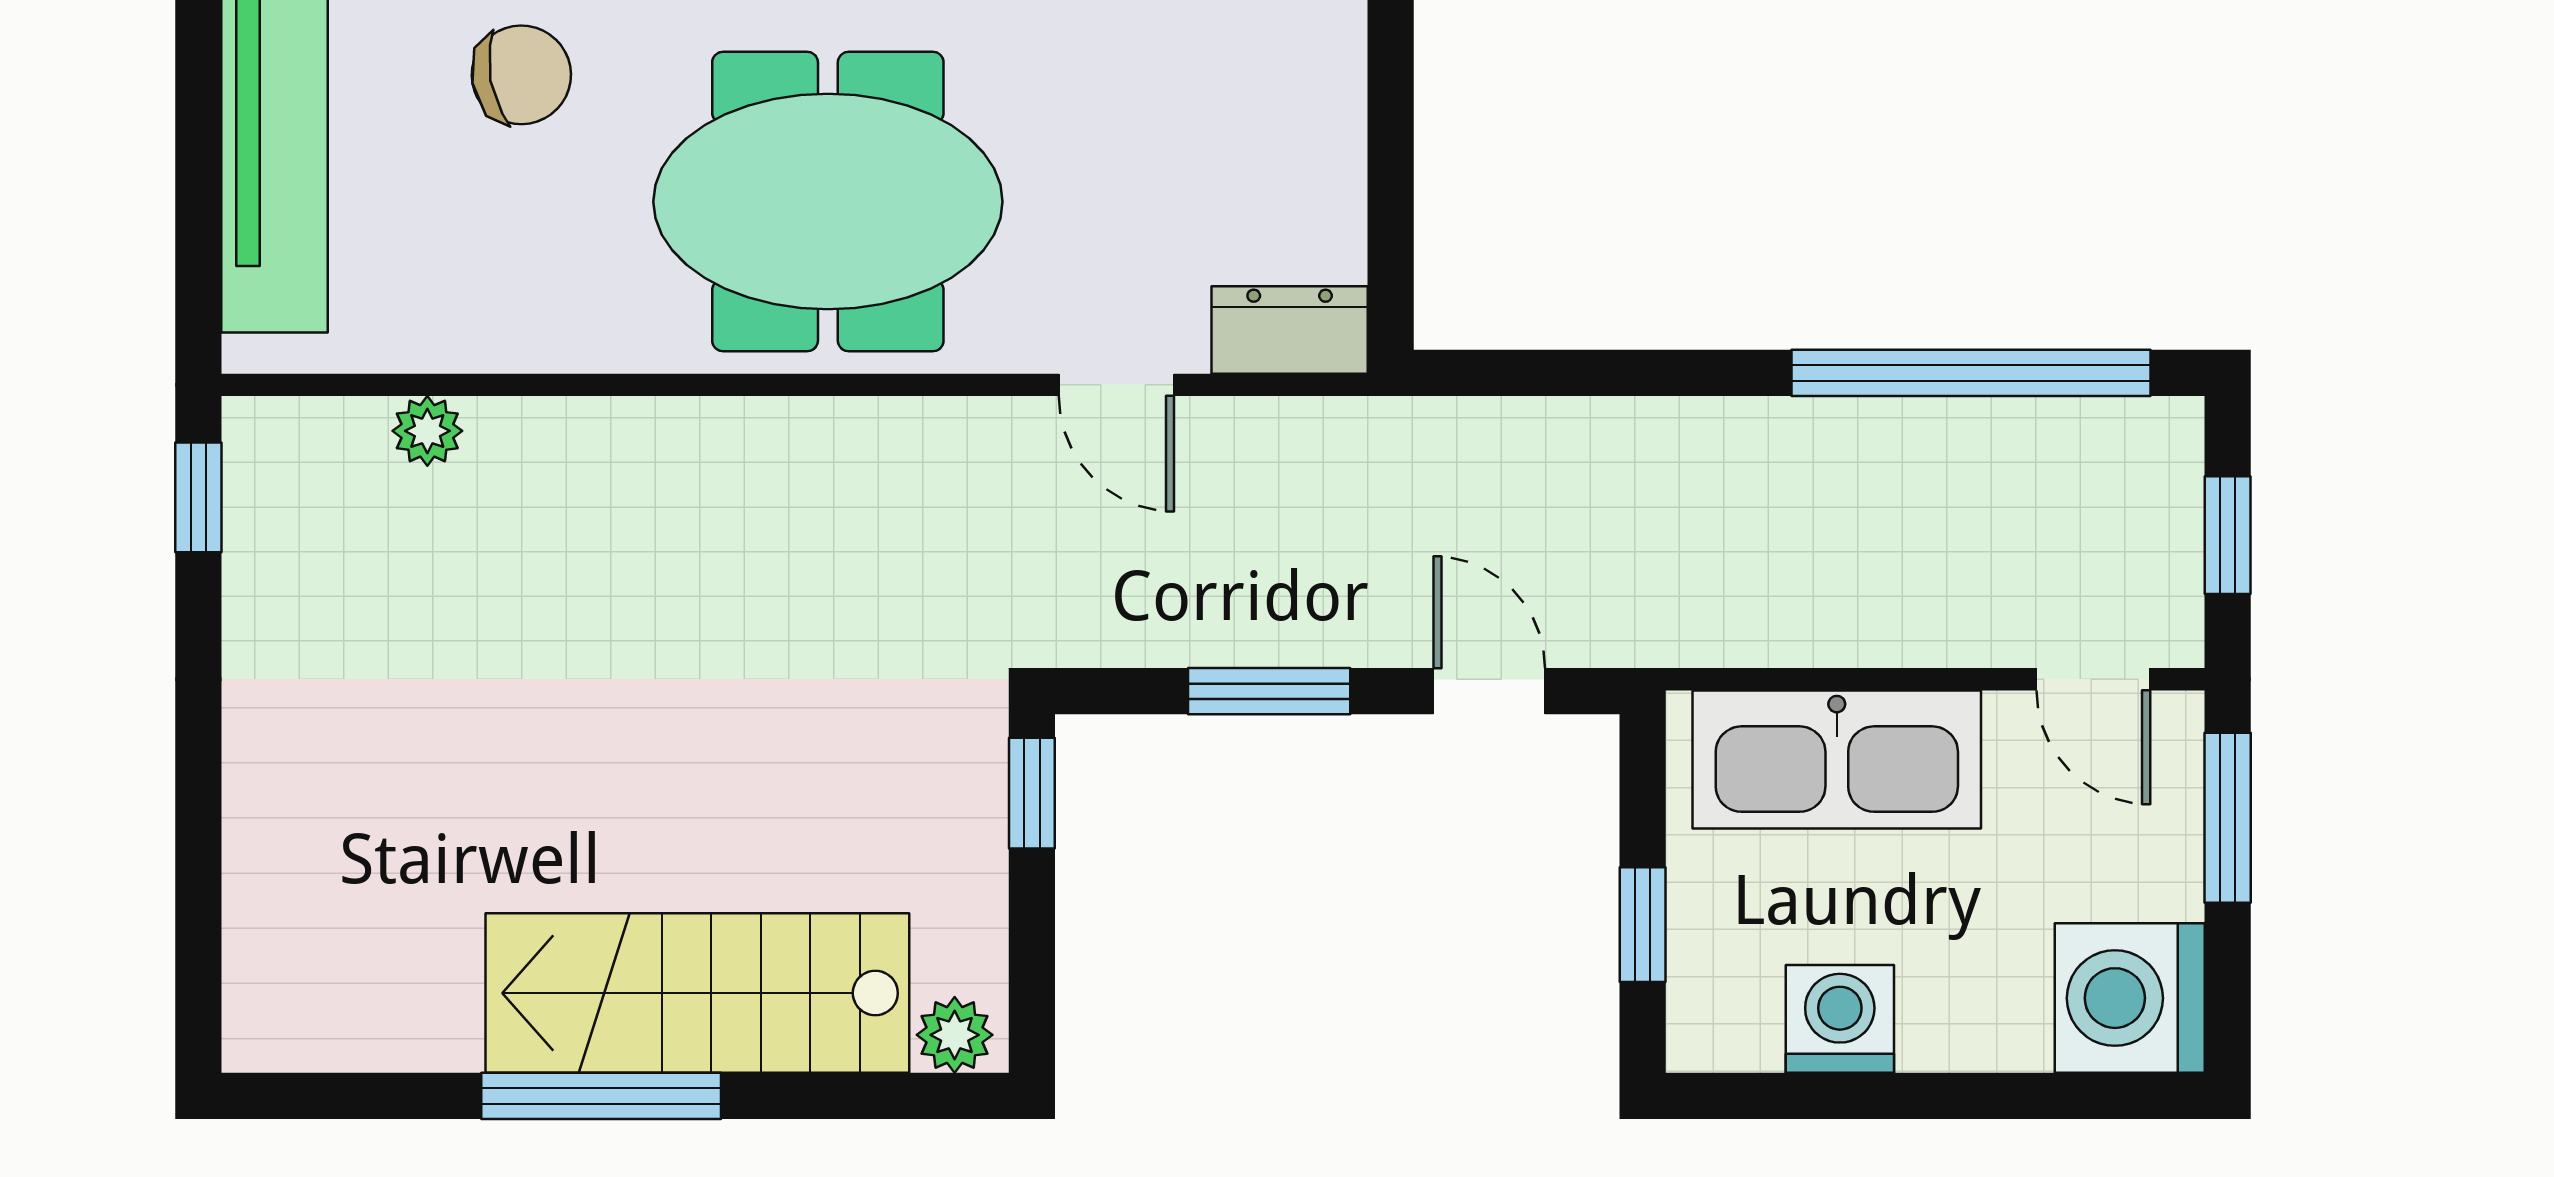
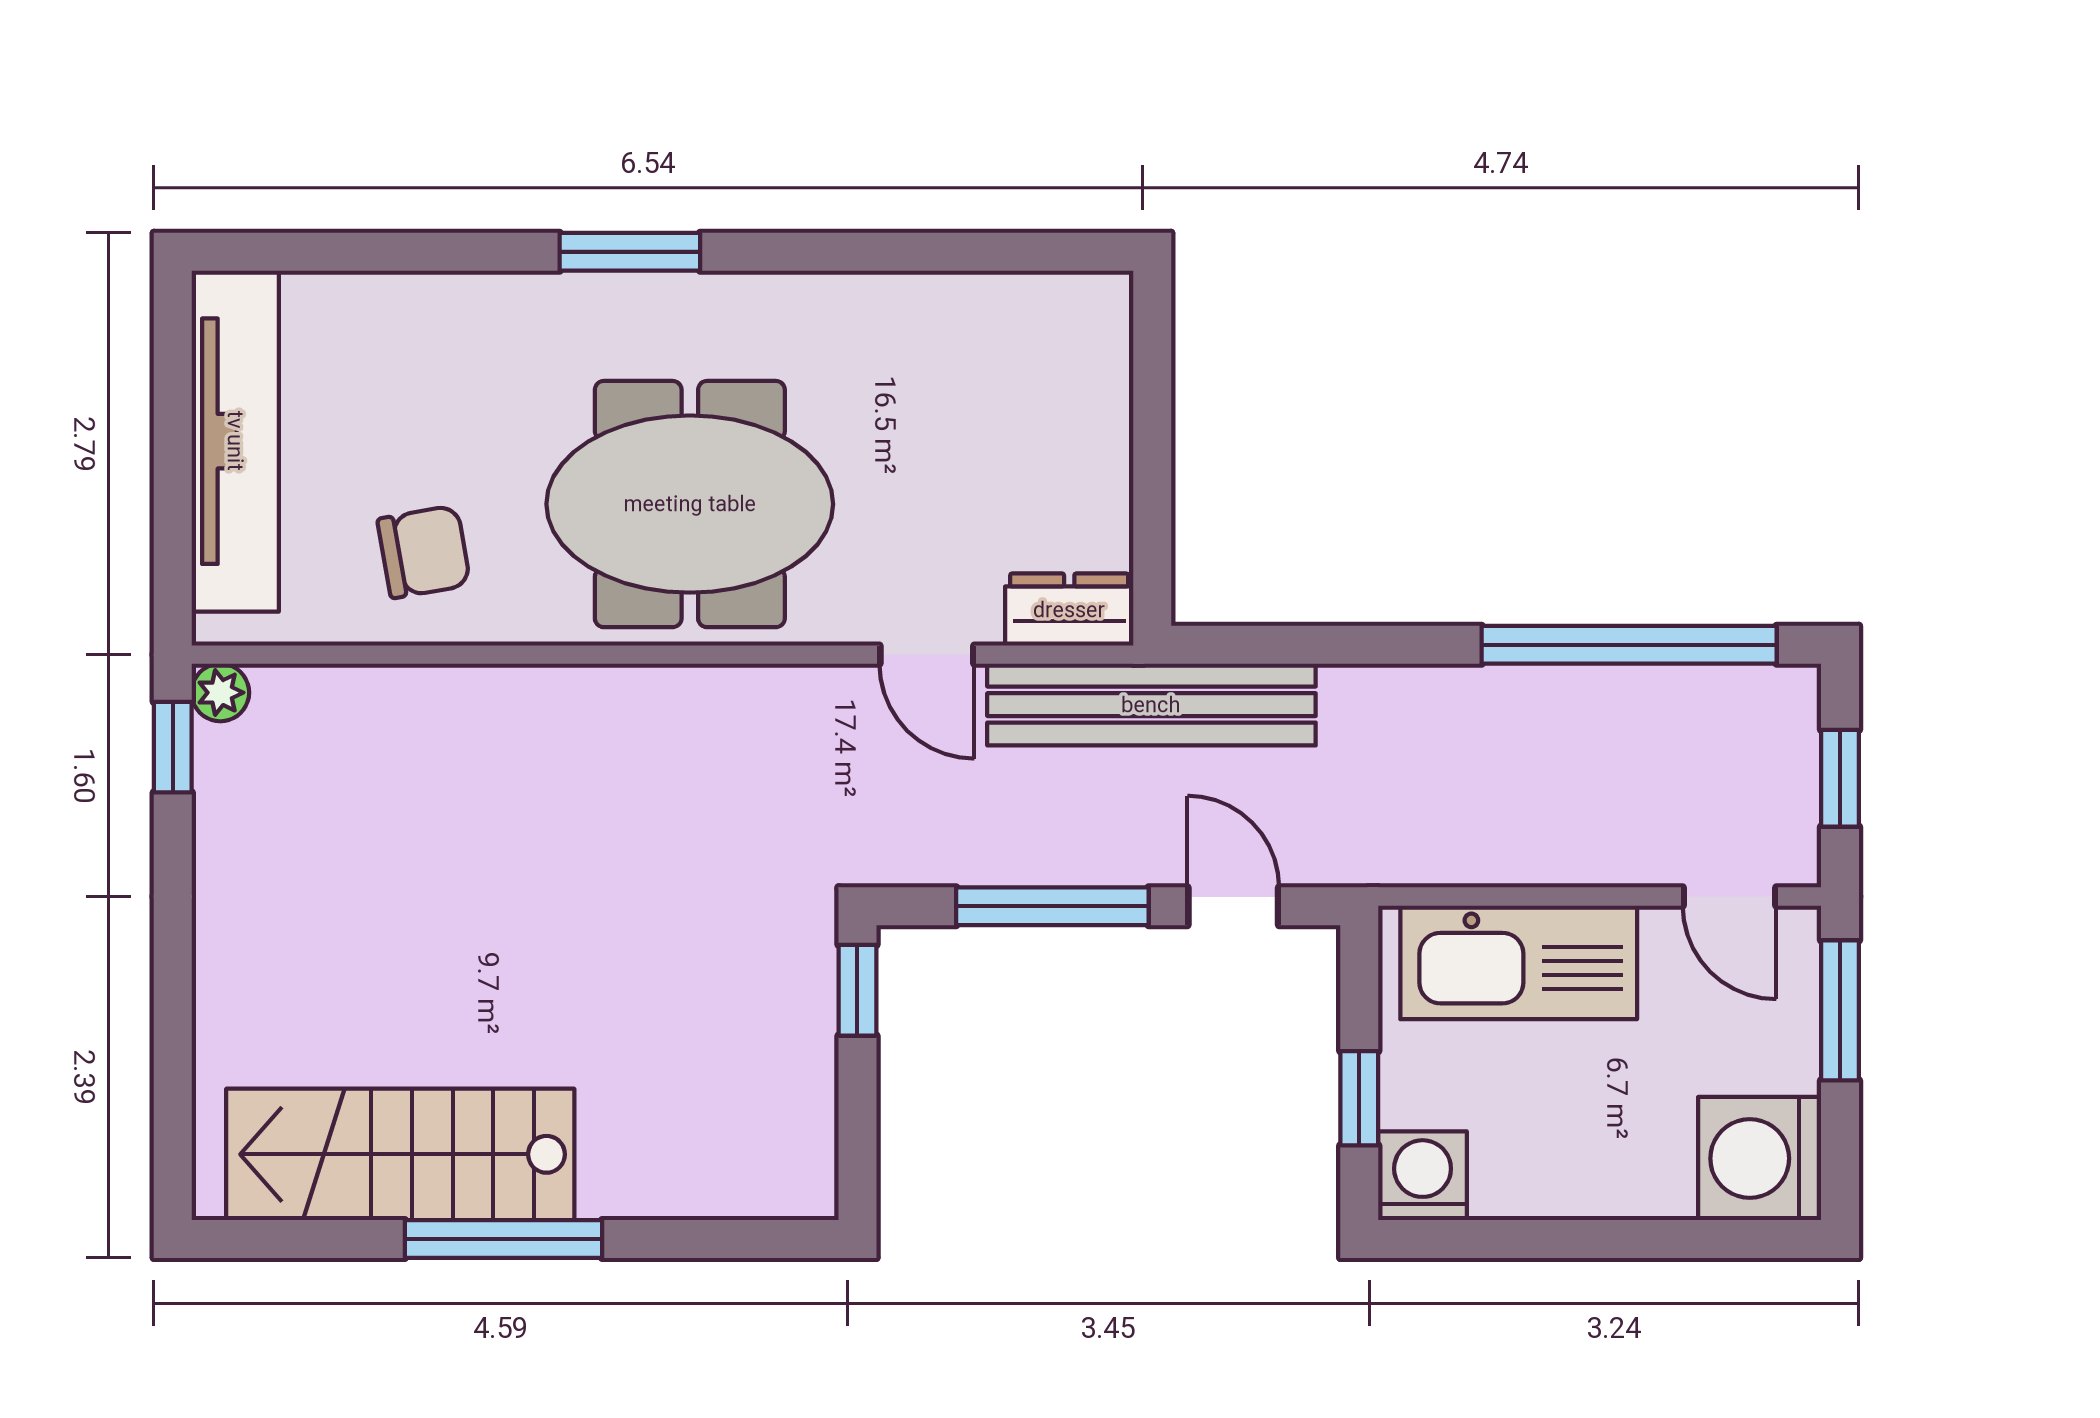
chair: (521, 75) -> (424, 552), moved
plant: (427, 431) -> (220, 693), moved
bench: (1390, 446) -> (1151, 705), added
window: (1269, 691) -> (1052, 906), width x1.44
stairs: (697, 993) -> (400, 1154), moved
washing machine: (1840, 1019) -> (1423, 1176), moved
plant: (955, 1035) -> (794, 1189), removed

